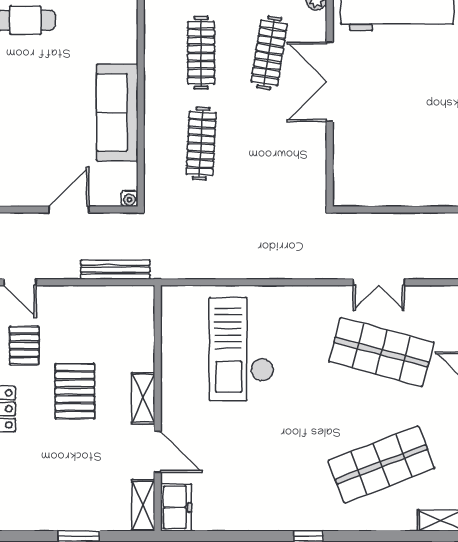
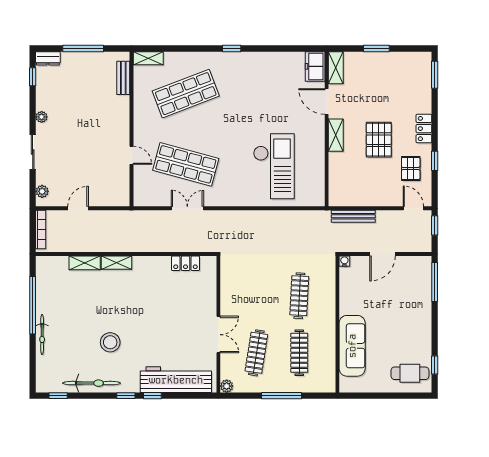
double door: (330, 82) -> (218, 335), width x0.73
sofa: (117, 113) -> (352, 346), moved
locker: (382, 195) -> (185, 263), added

